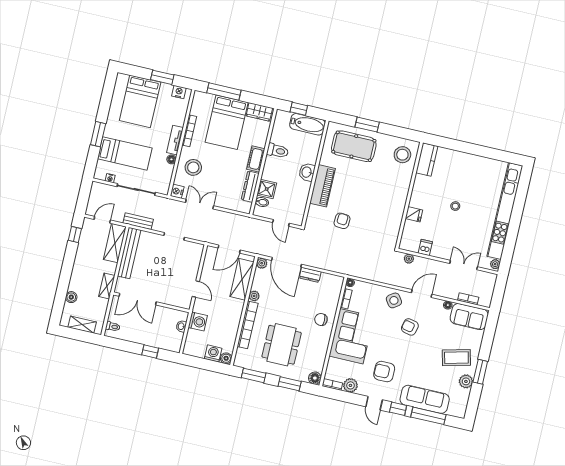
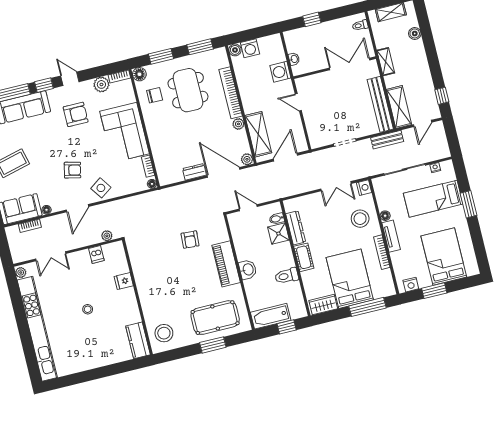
chair: (321, 320) -> (155, 95), moved

